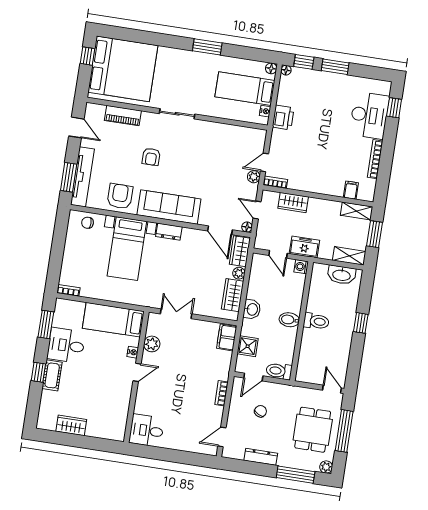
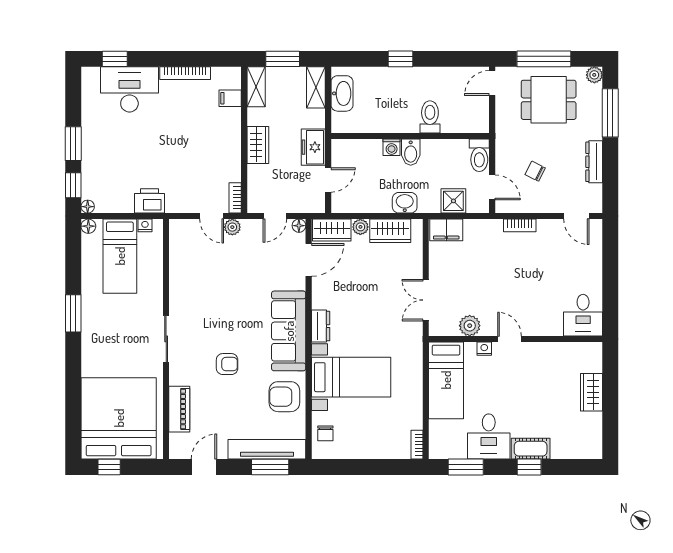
wardrobe: (293, 203) -> (258, 145), moved
washing machine: (301, 267) -> (392, 147), moved
toilet: (316, 321) -> (430, 117), moved
wardrobe: (71, 425) -> (592, 392), moved

